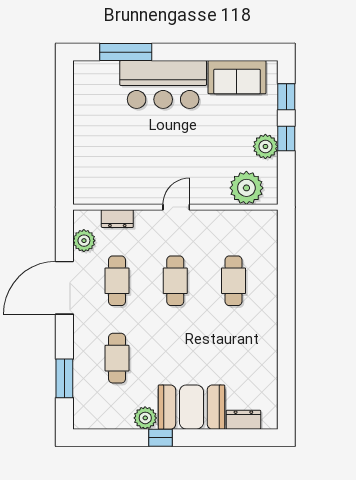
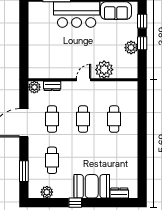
plant: (246, 188) -> (104, 70), moved
plant: (84, 241) -> (34, 87), moved
plant: (145, 418) -> (47, 192), moved

